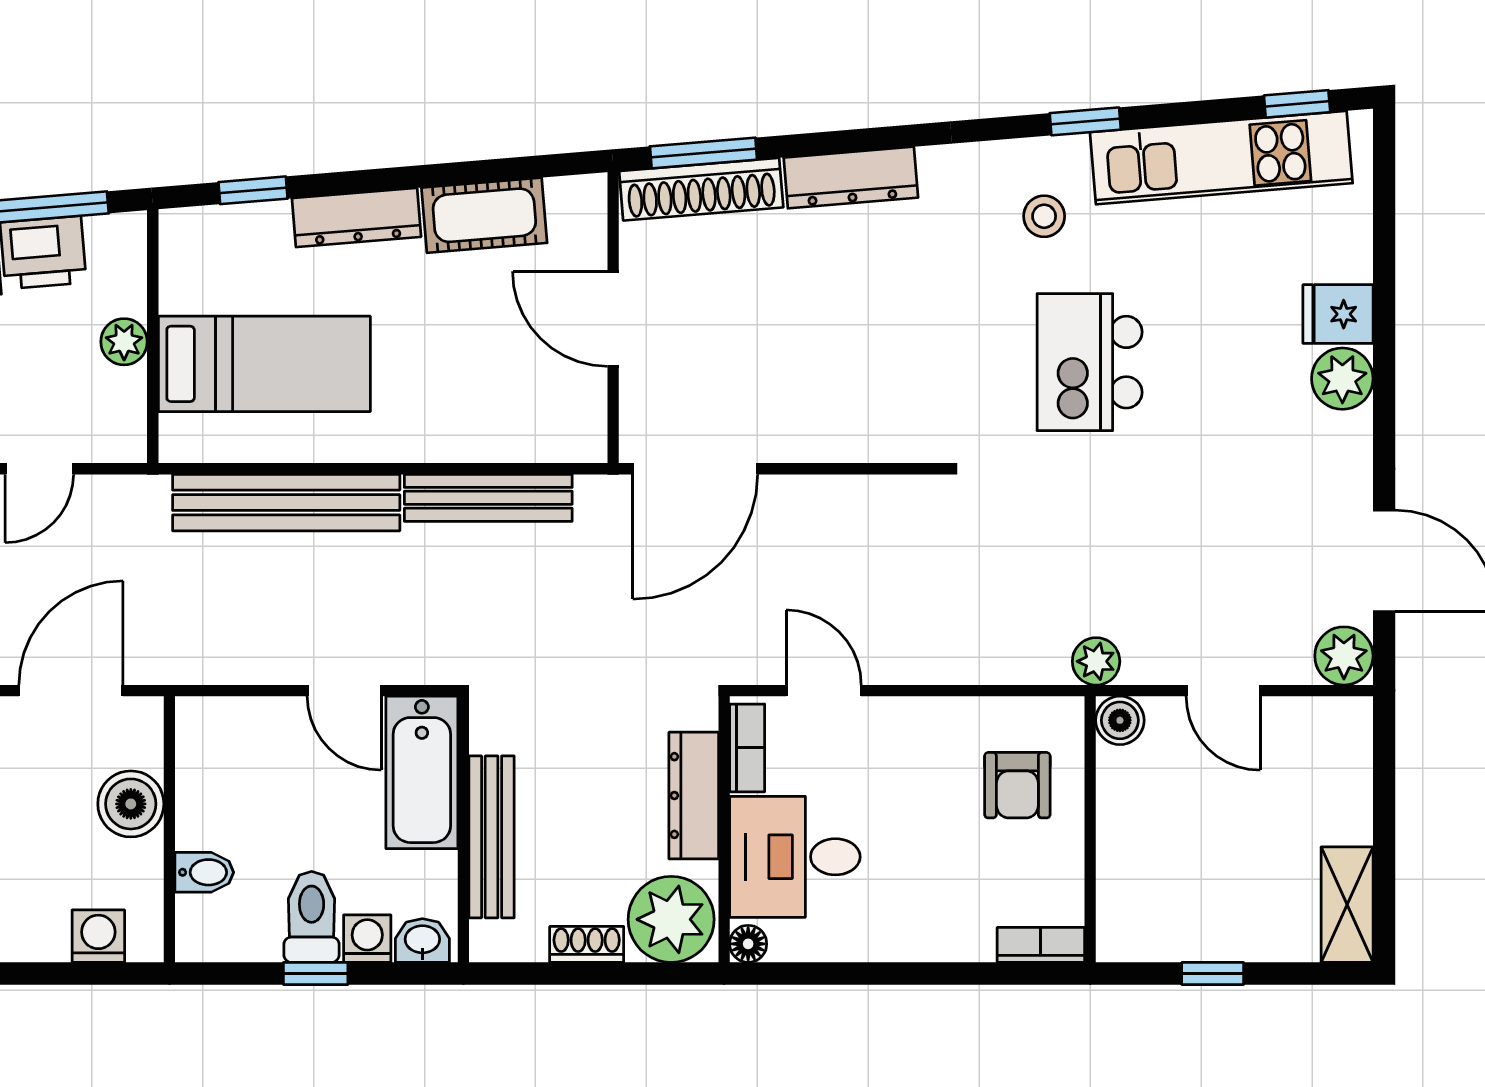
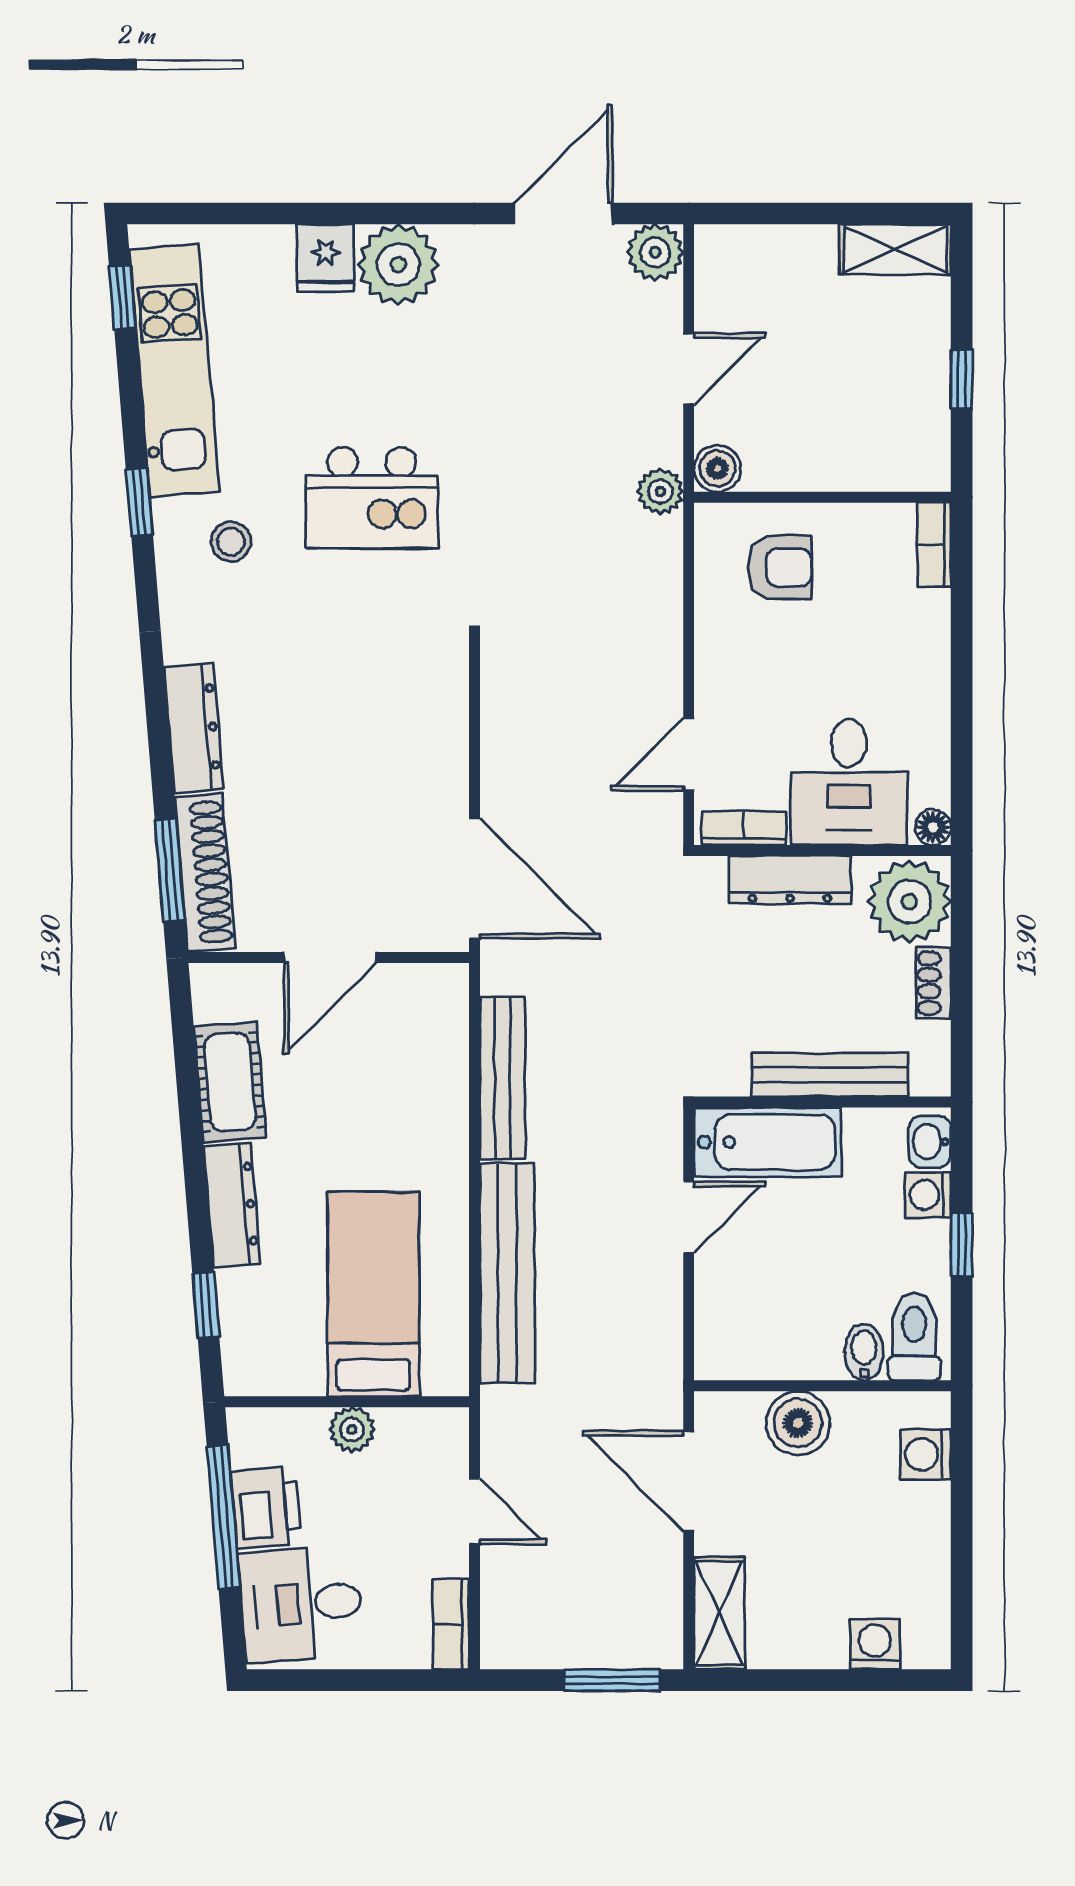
plant: (1342, 379) -> (398, 265), width x1.36, depth x1.36
toilet: (312, 917) -> (914, 1337), moved, turned 90

